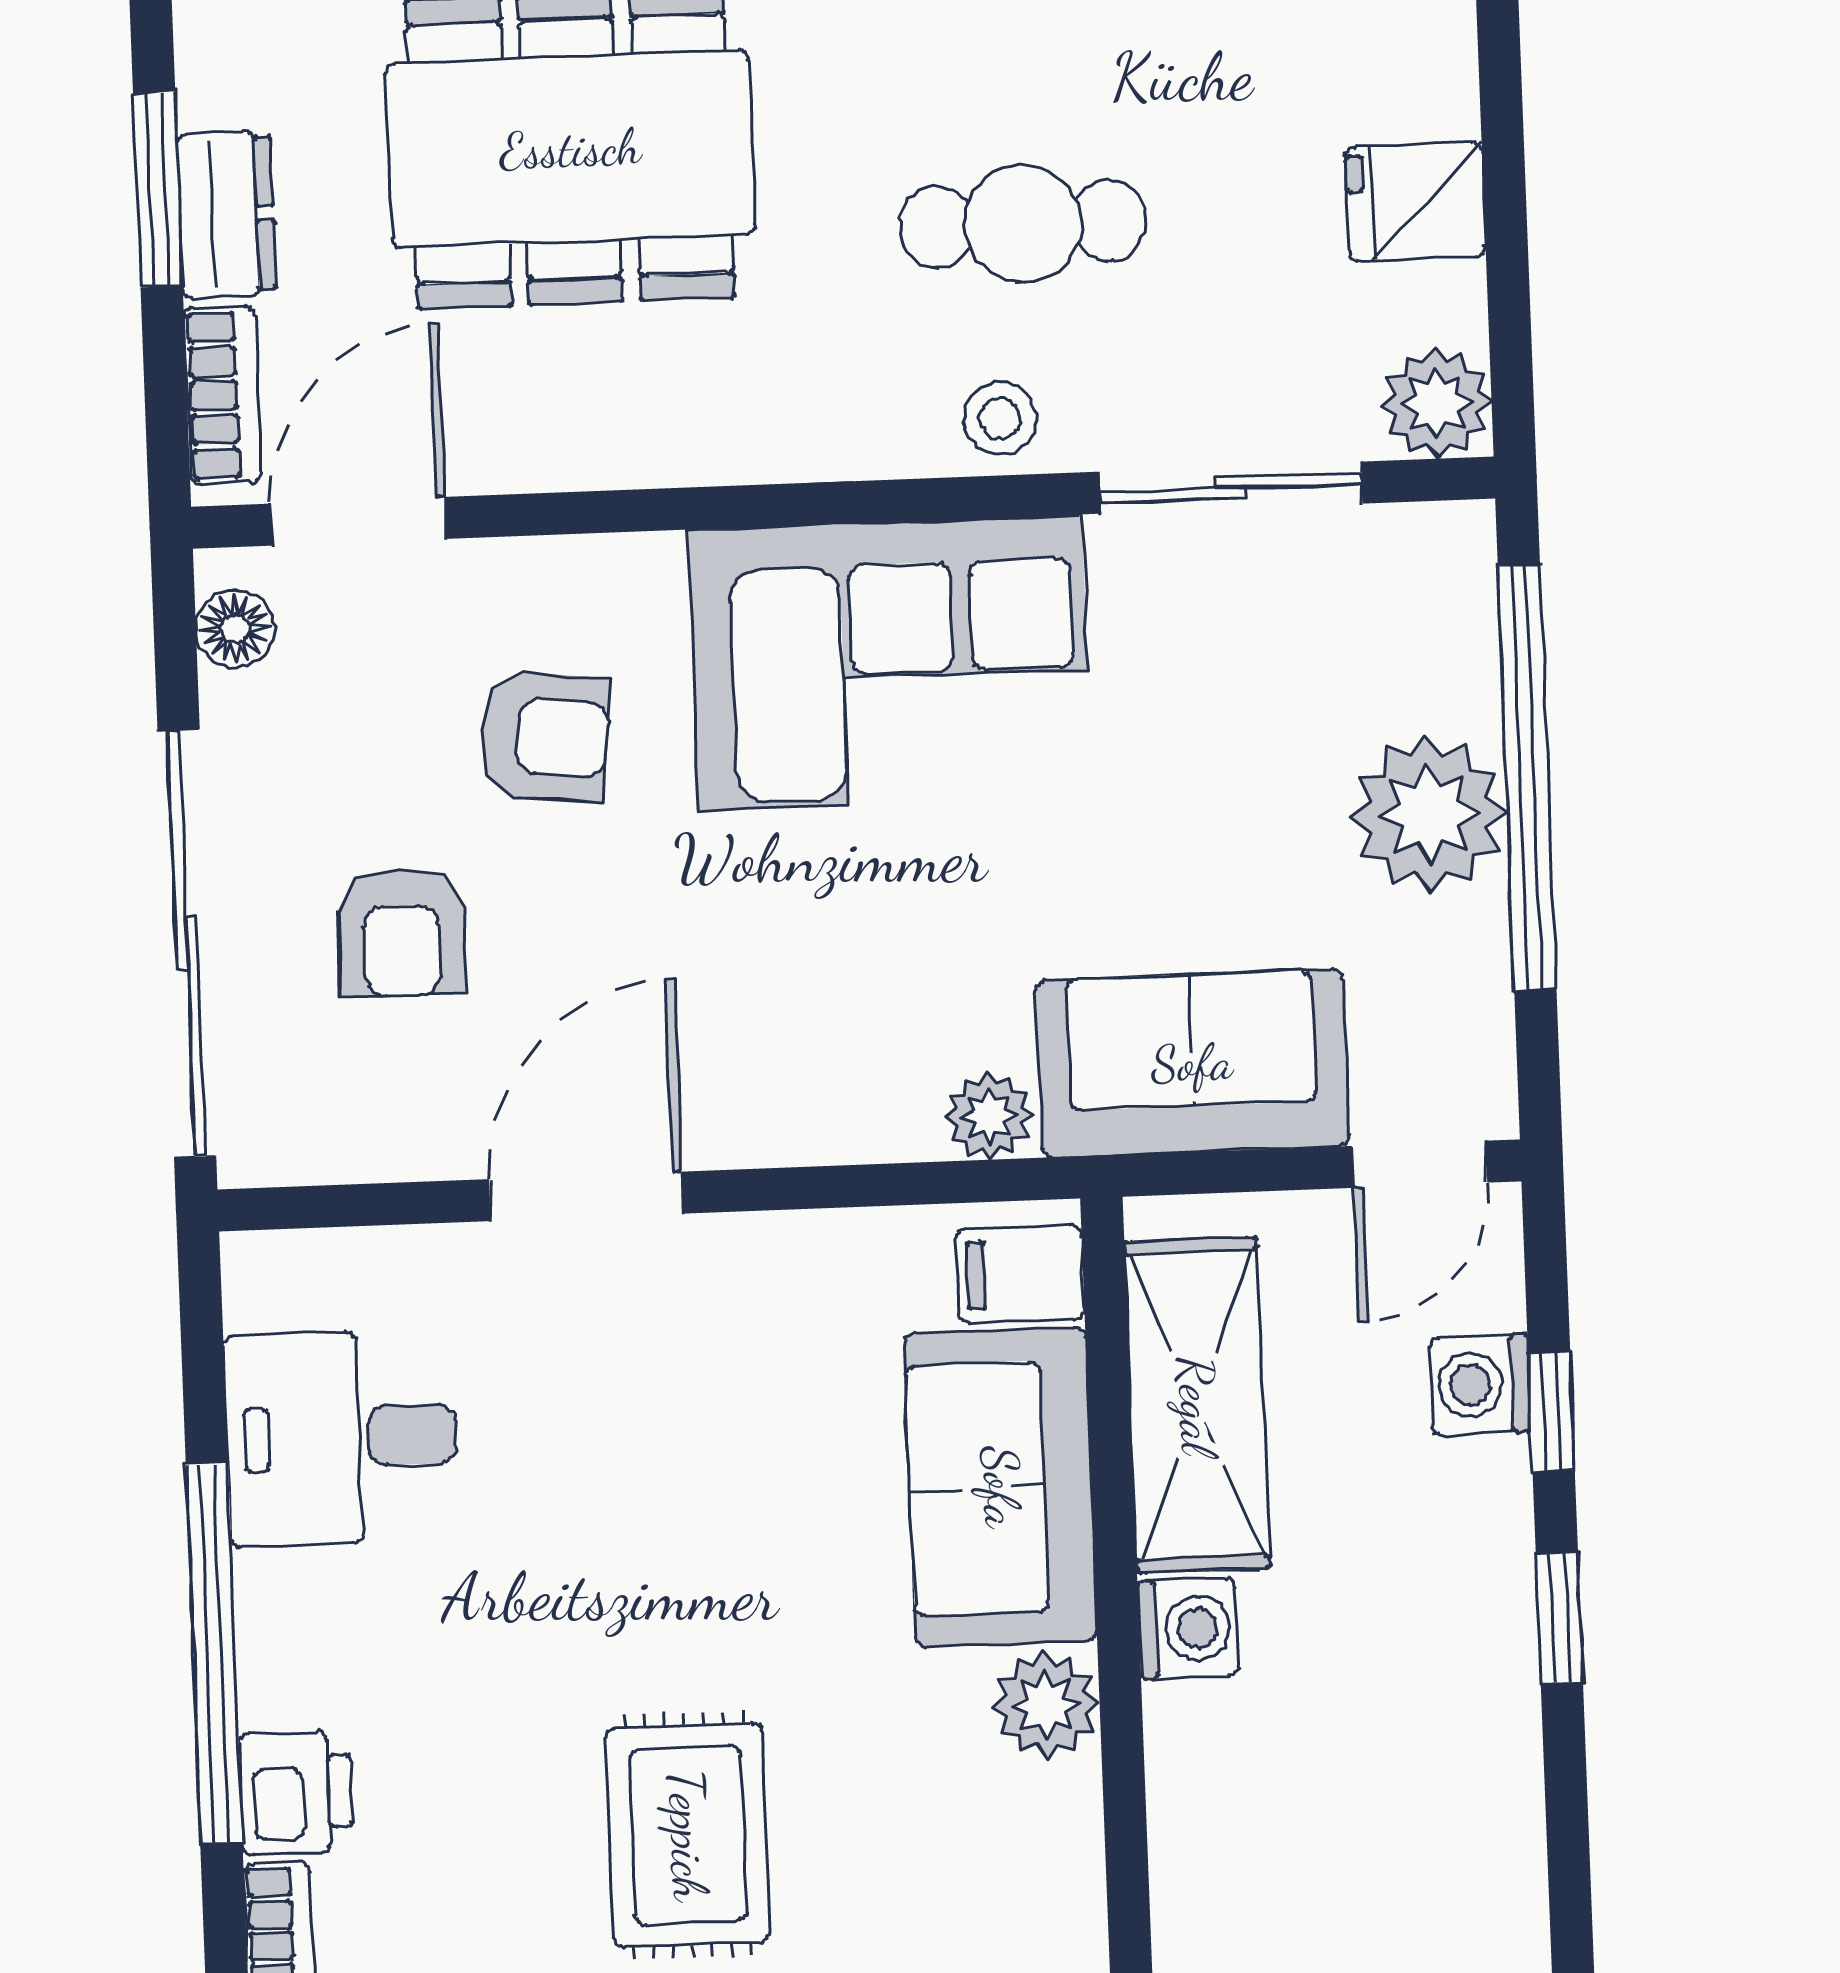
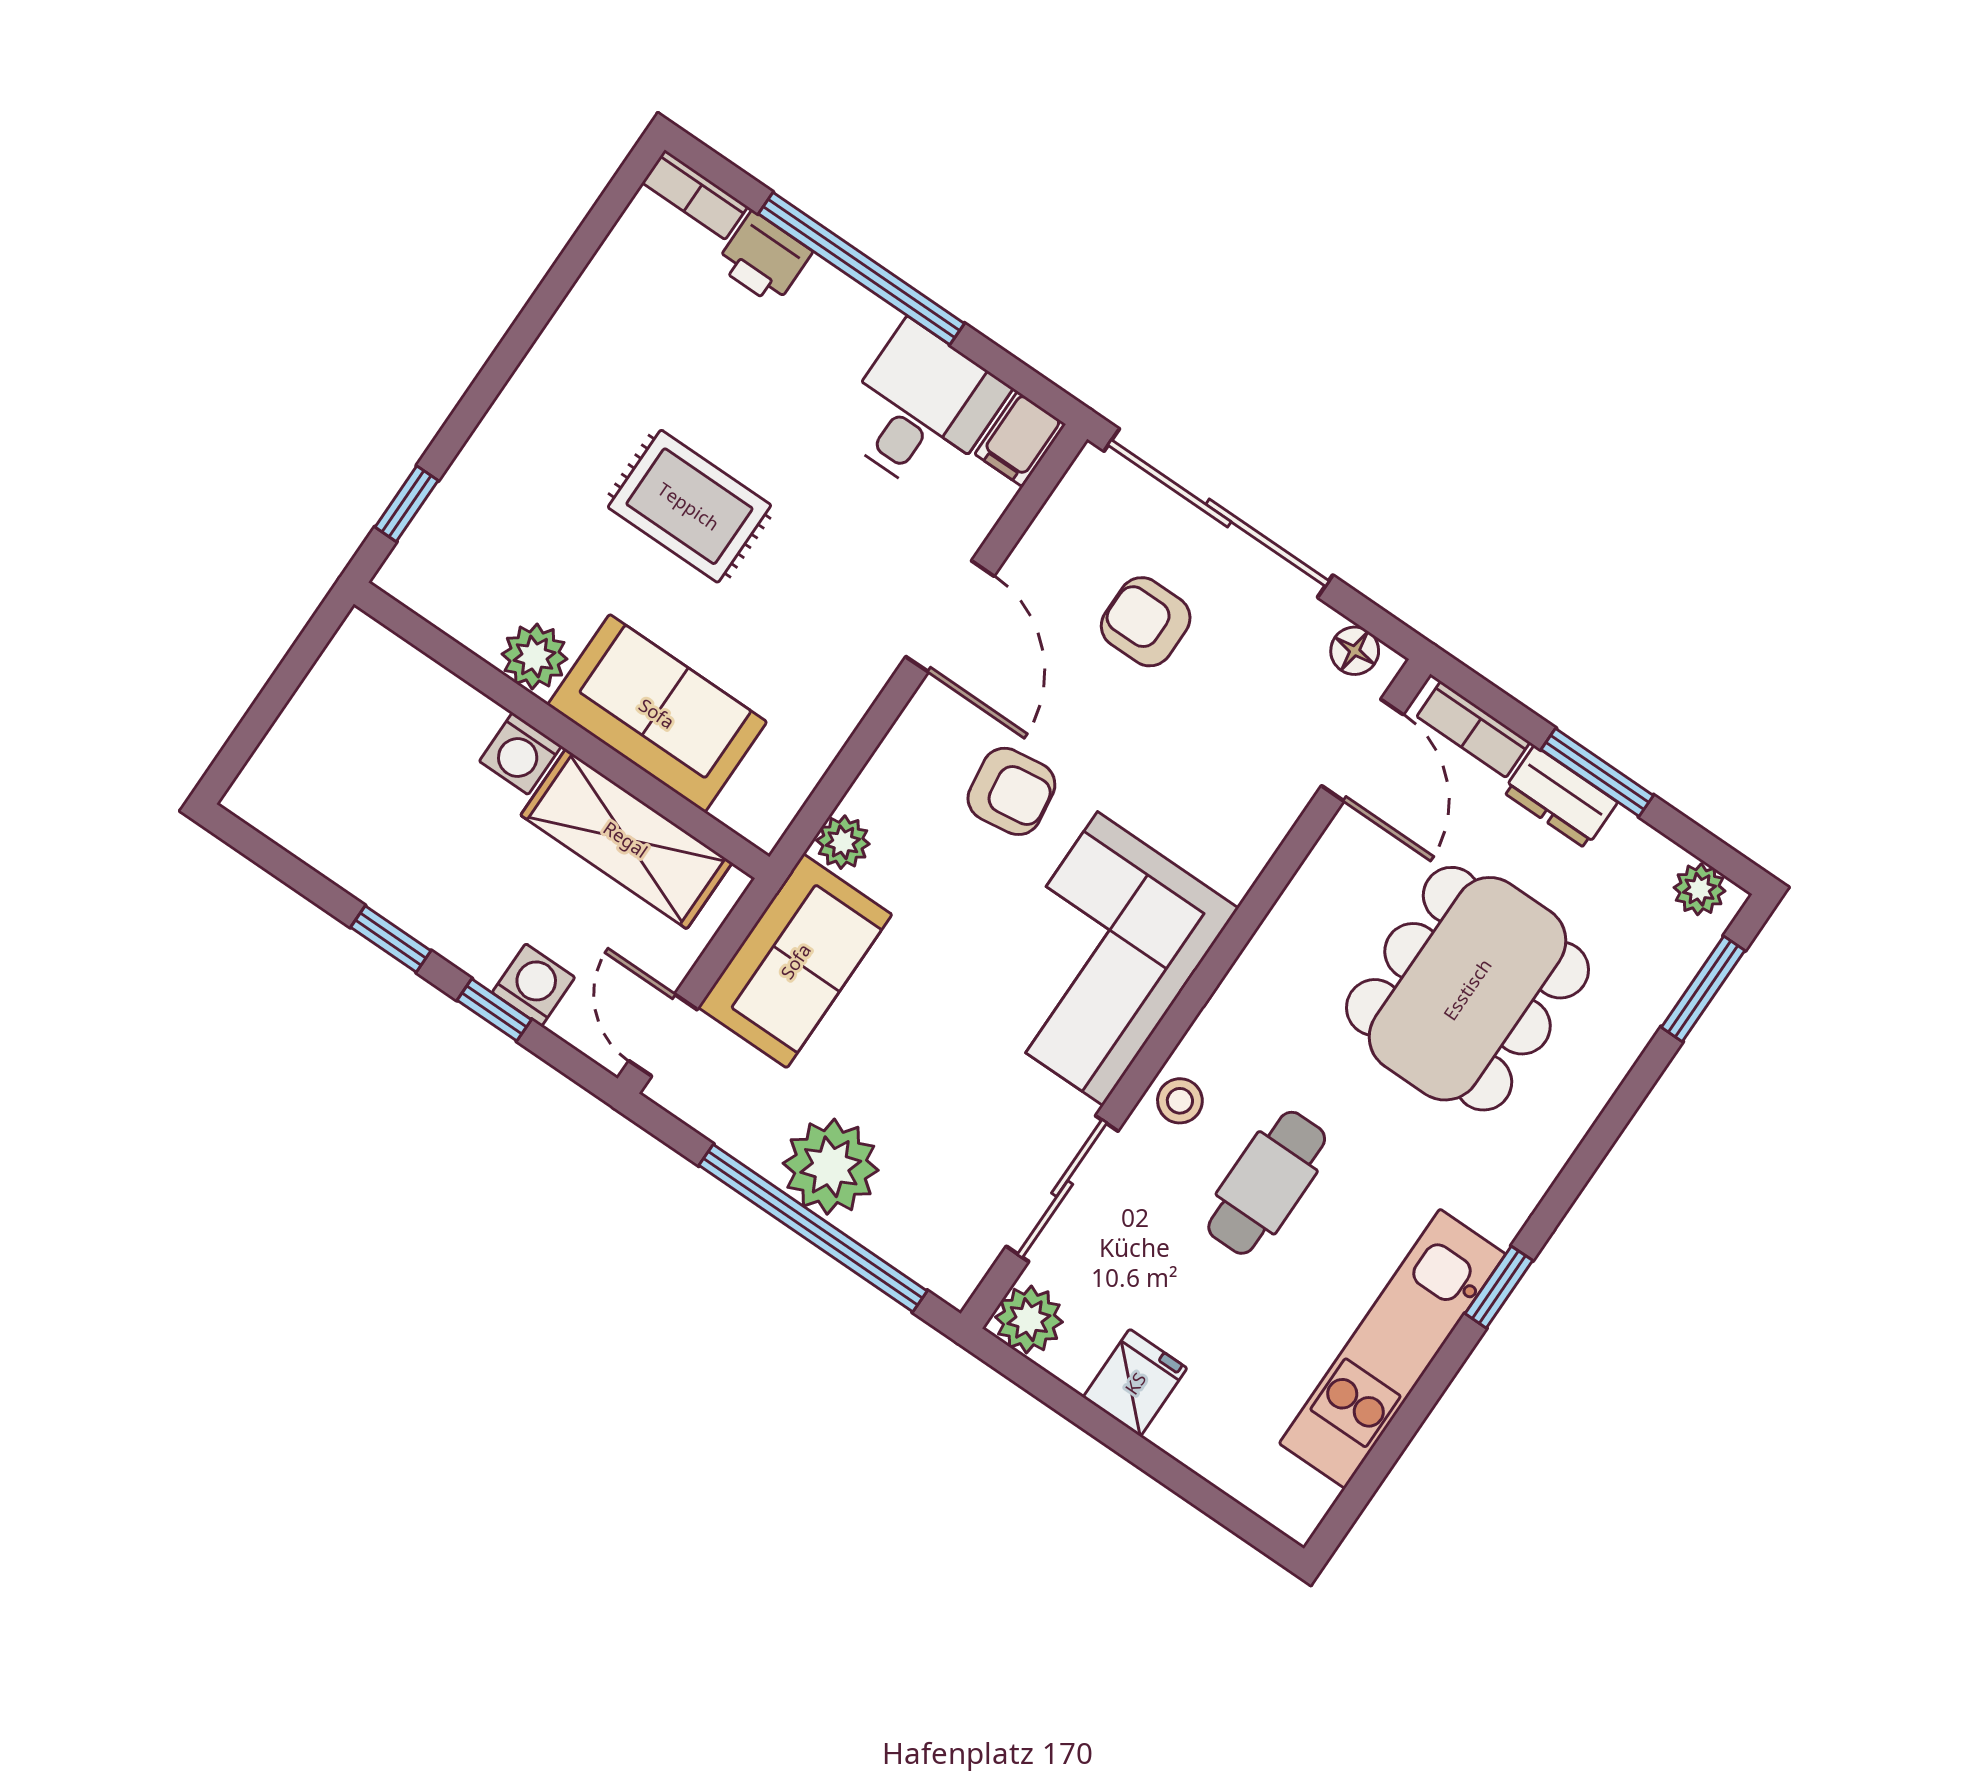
armchair: (545, 736) -> (1011, 791), moved, turned -104
filing cabinet: (1020, 1274) -> (1020, 439), moved, turned 180
rug: (688, 1835) -> (689, 506), moved

